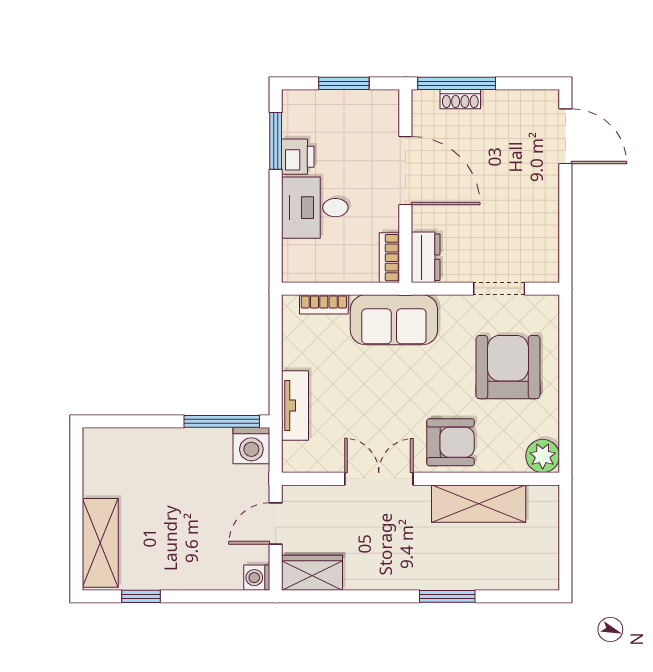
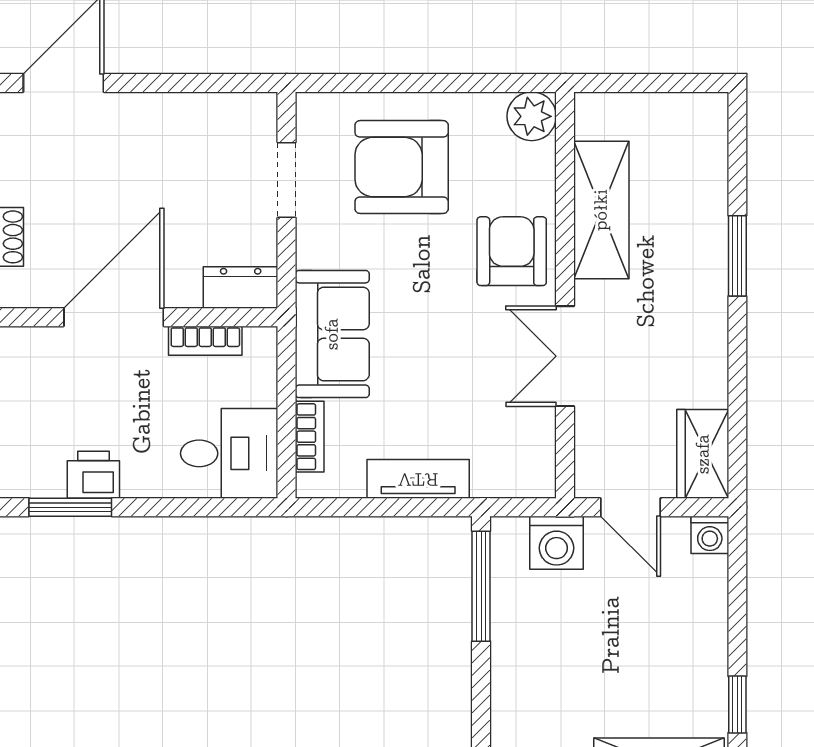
desk: (315, 208) -> (229, 453), moved, turned -90
bookcase: (389, 258) -> (205, 341), moved
tv unit: (295, 406) -> (418, 479), moved
washing machine: (251, 446) -> (557, 543), moved, turned 90

